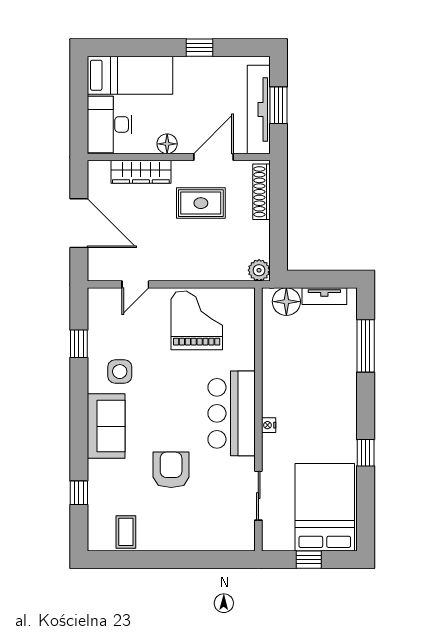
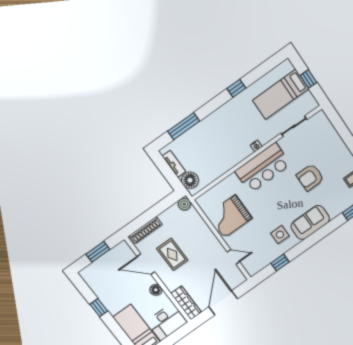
tv unit: (259, 109) -> (107, 260), removed
wardrobe: (141, 172) -> (186, 303), moved
bed: (325, 507) -> (281, 94), width x0.67

